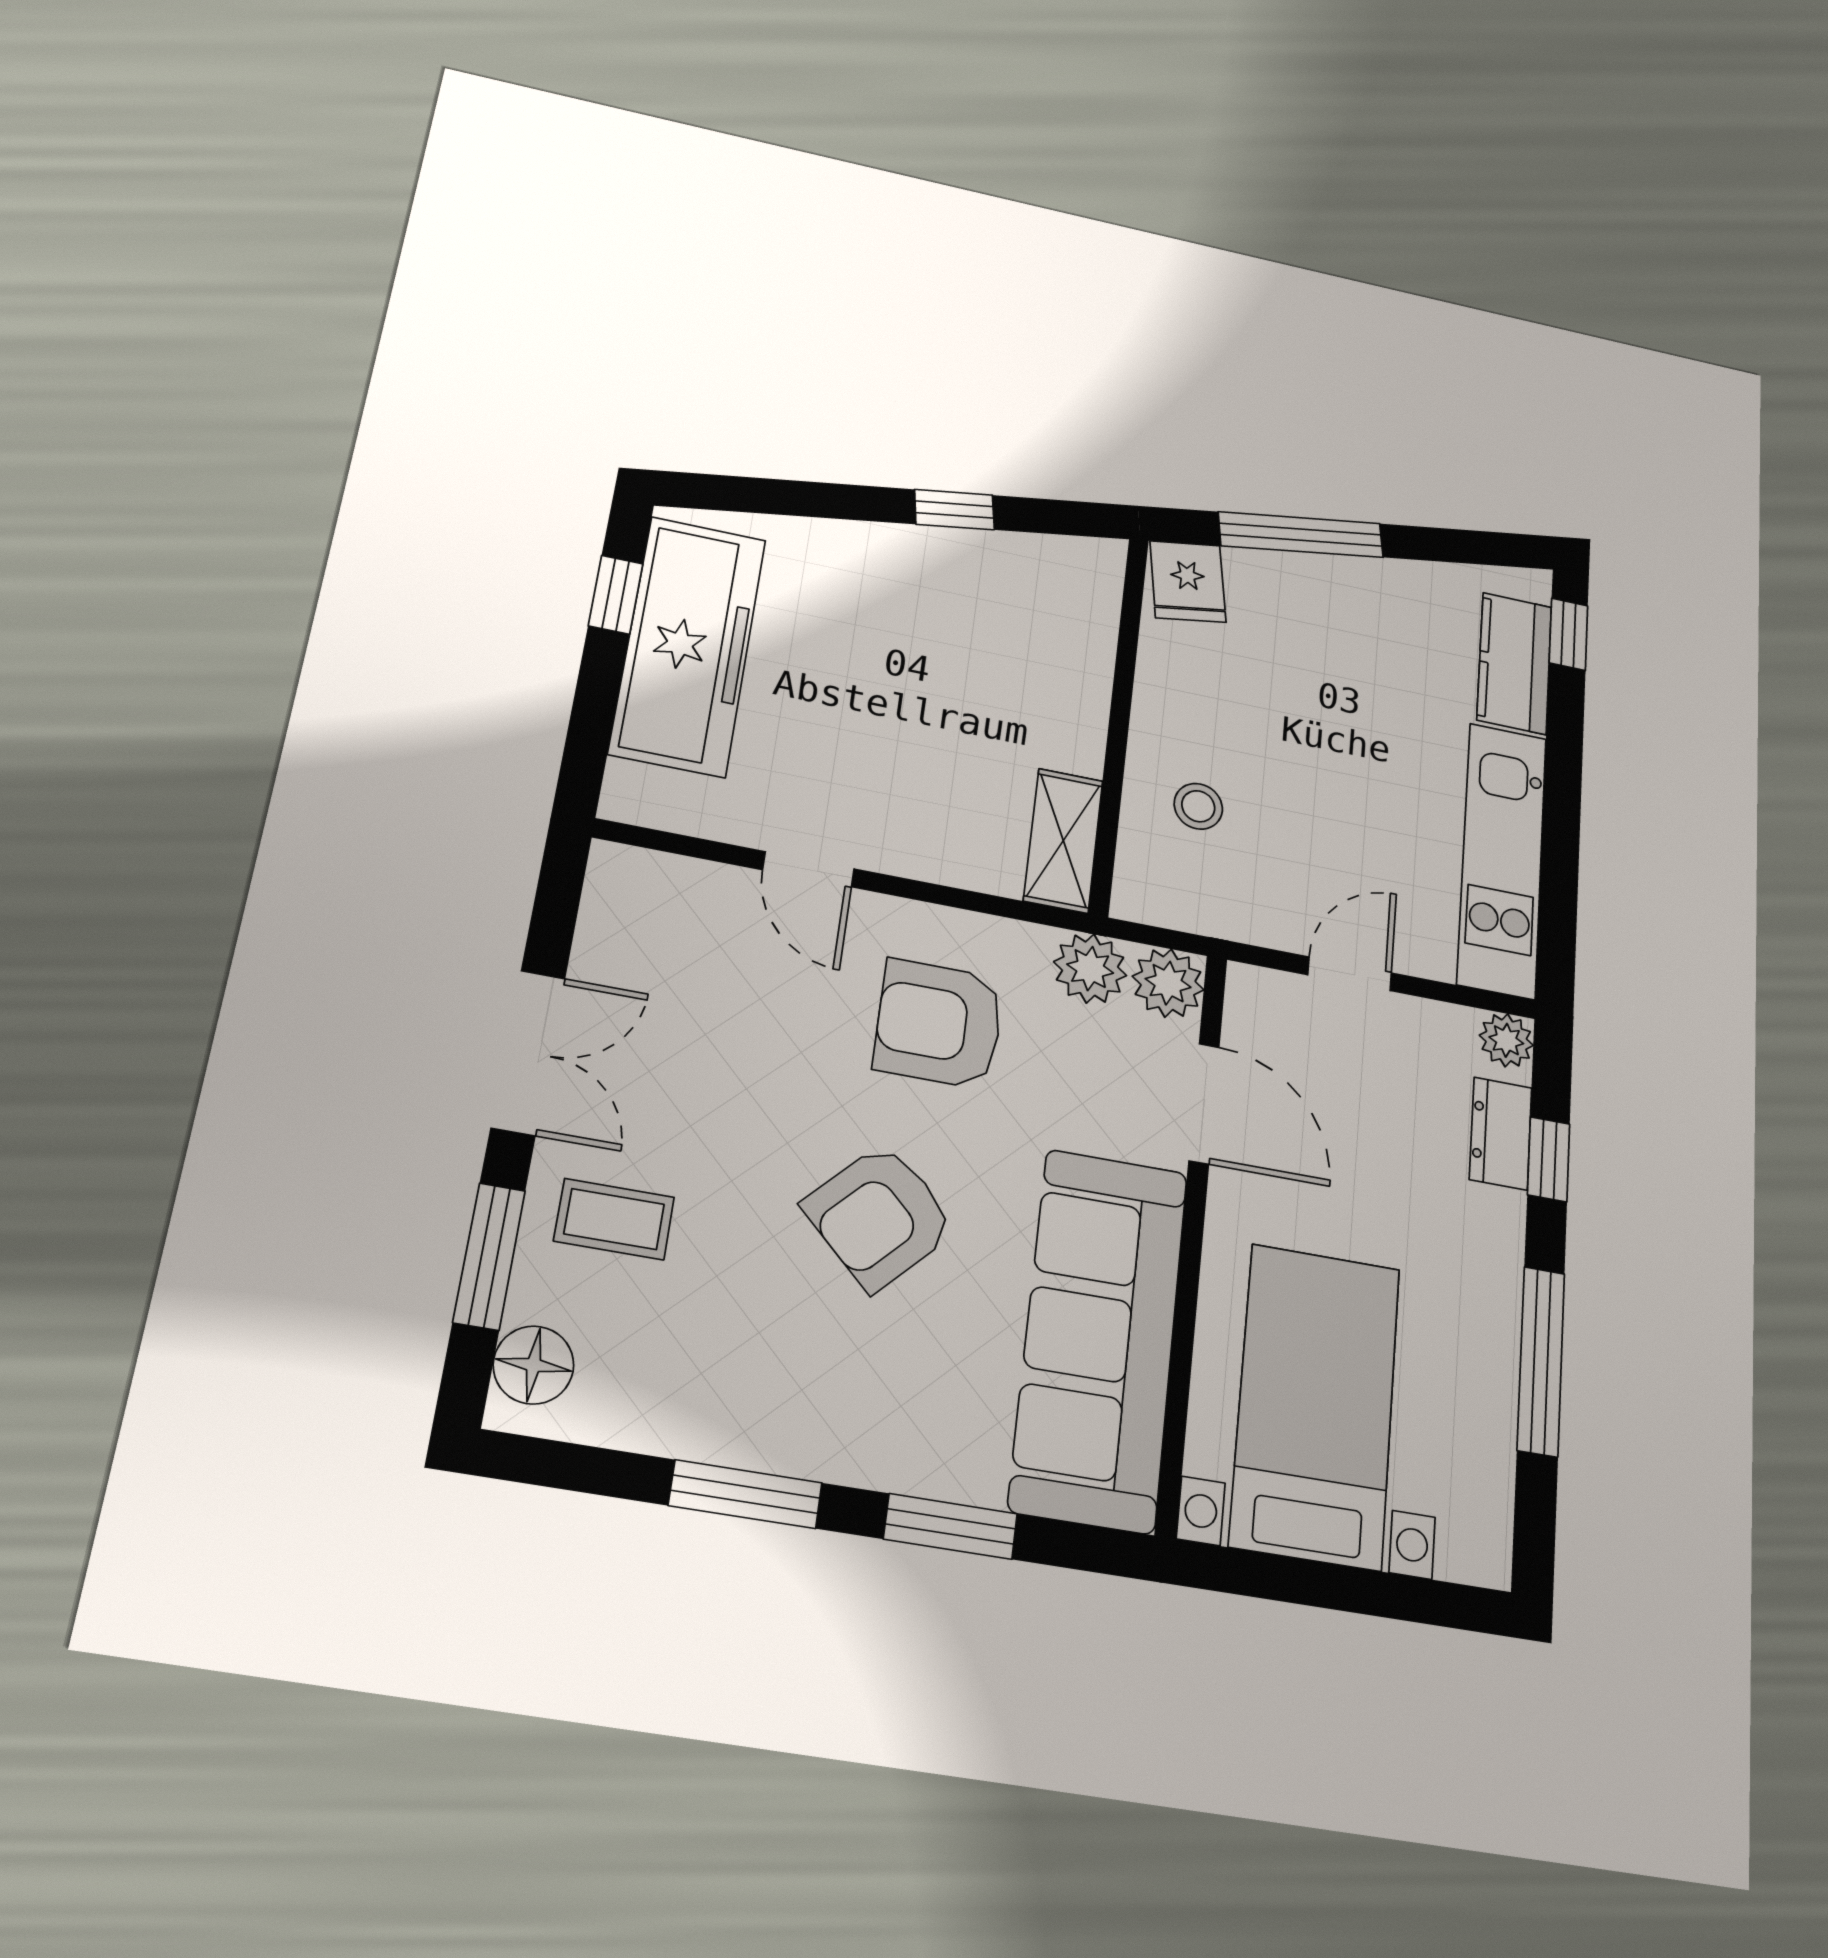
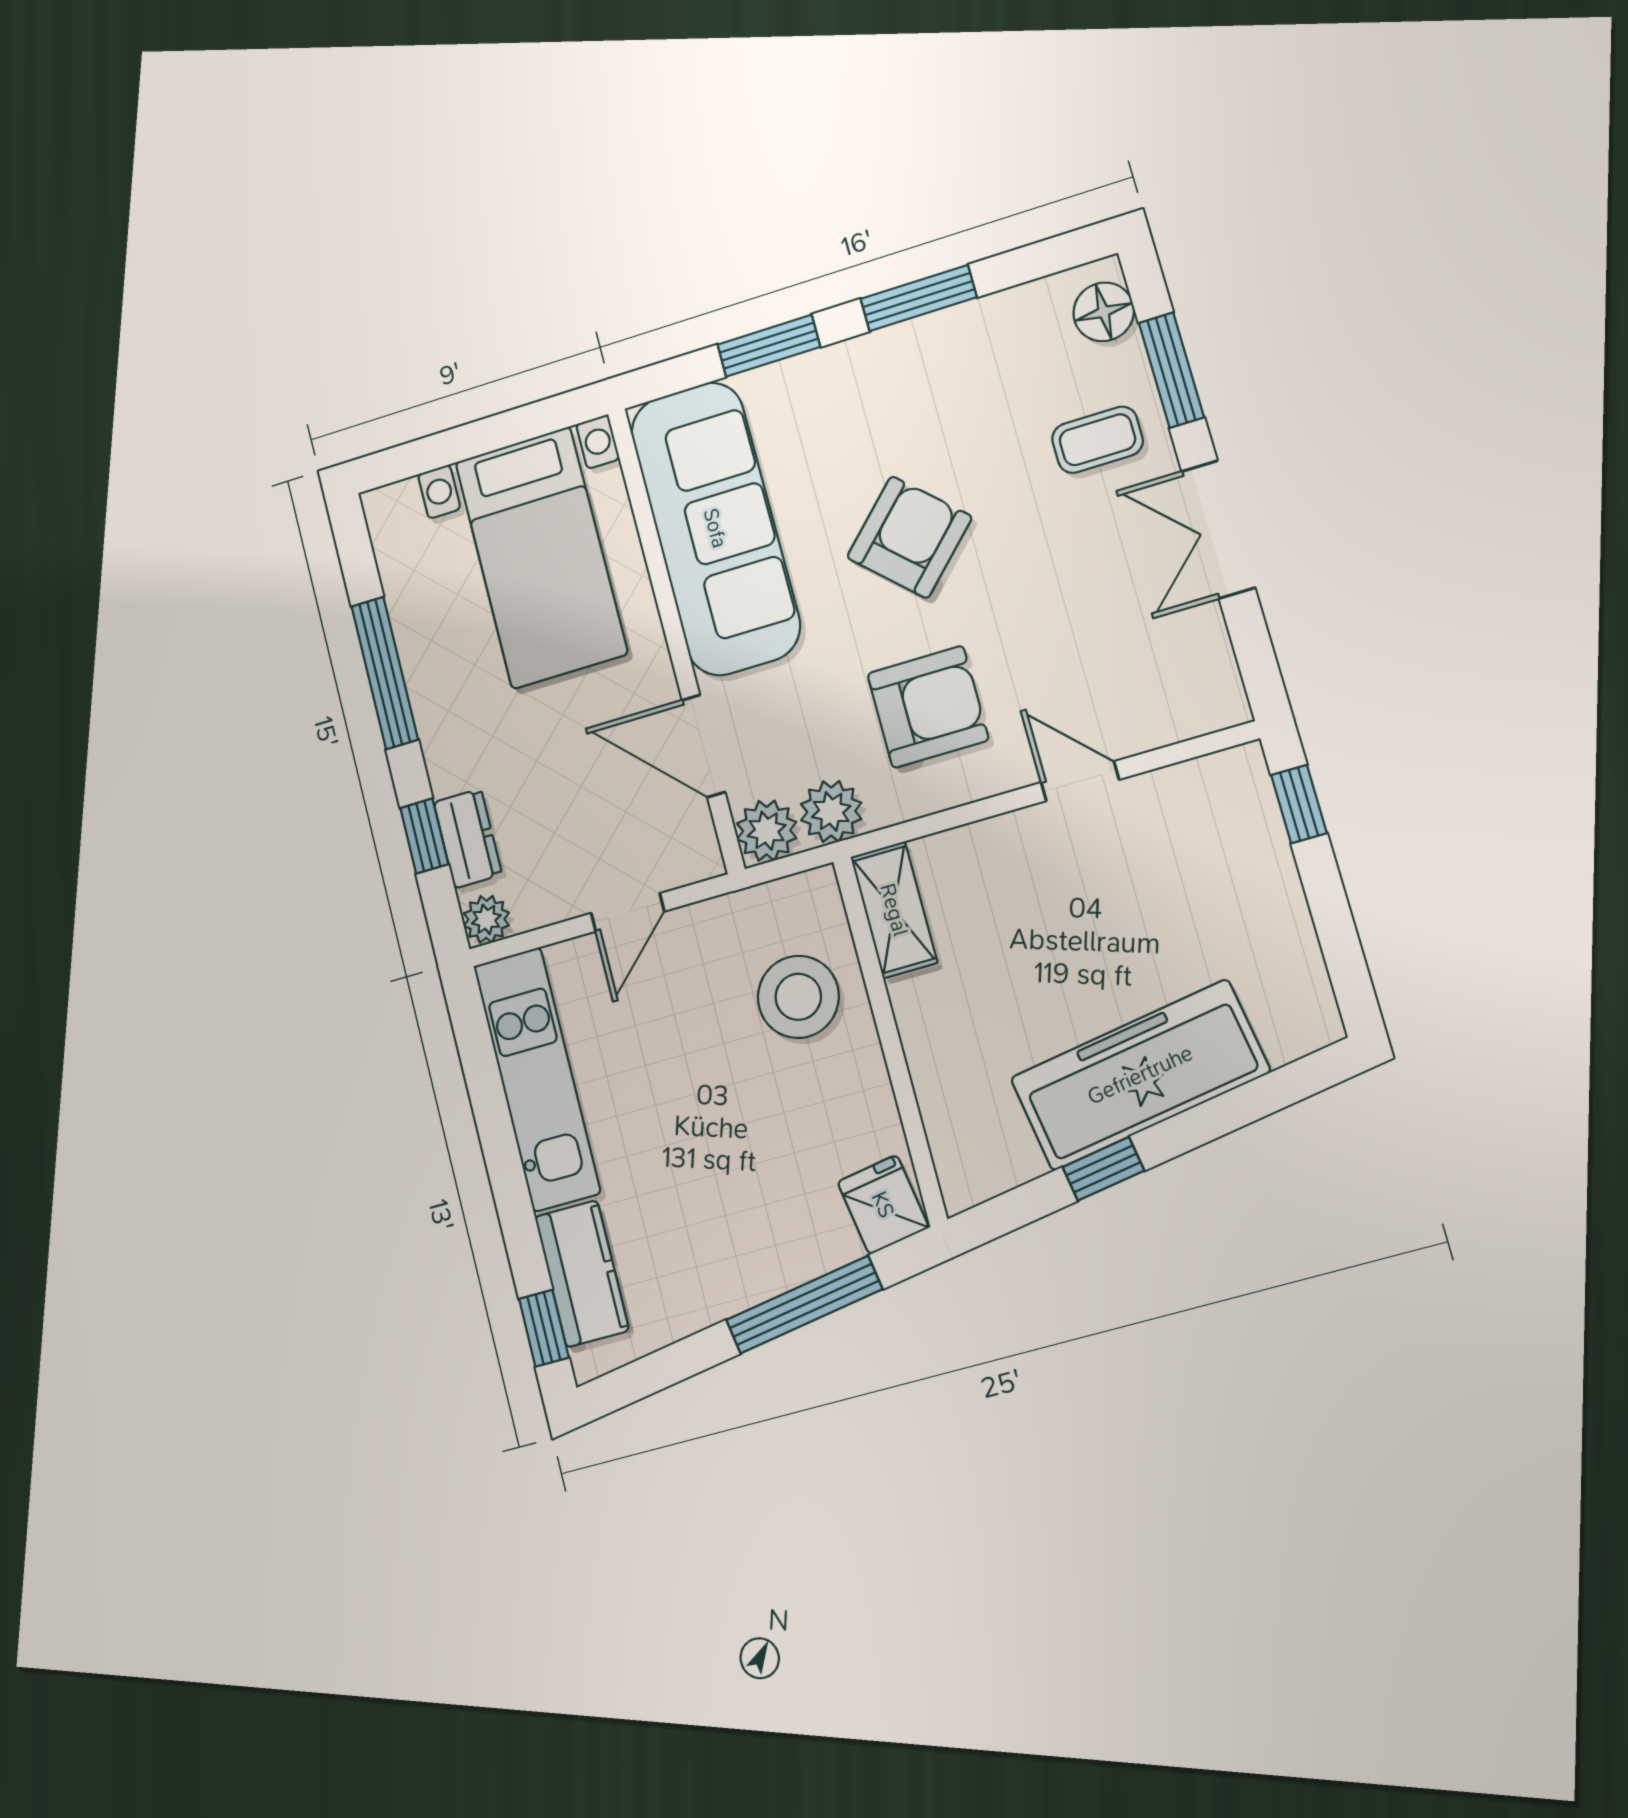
window: (616, 595) -> (1299, 804), moved
freezer: (688, 645) -> (1140, 1075), moved, turned 81
stool: (1198, 806) -> (798, 997), width x1.89, depth x1.89

